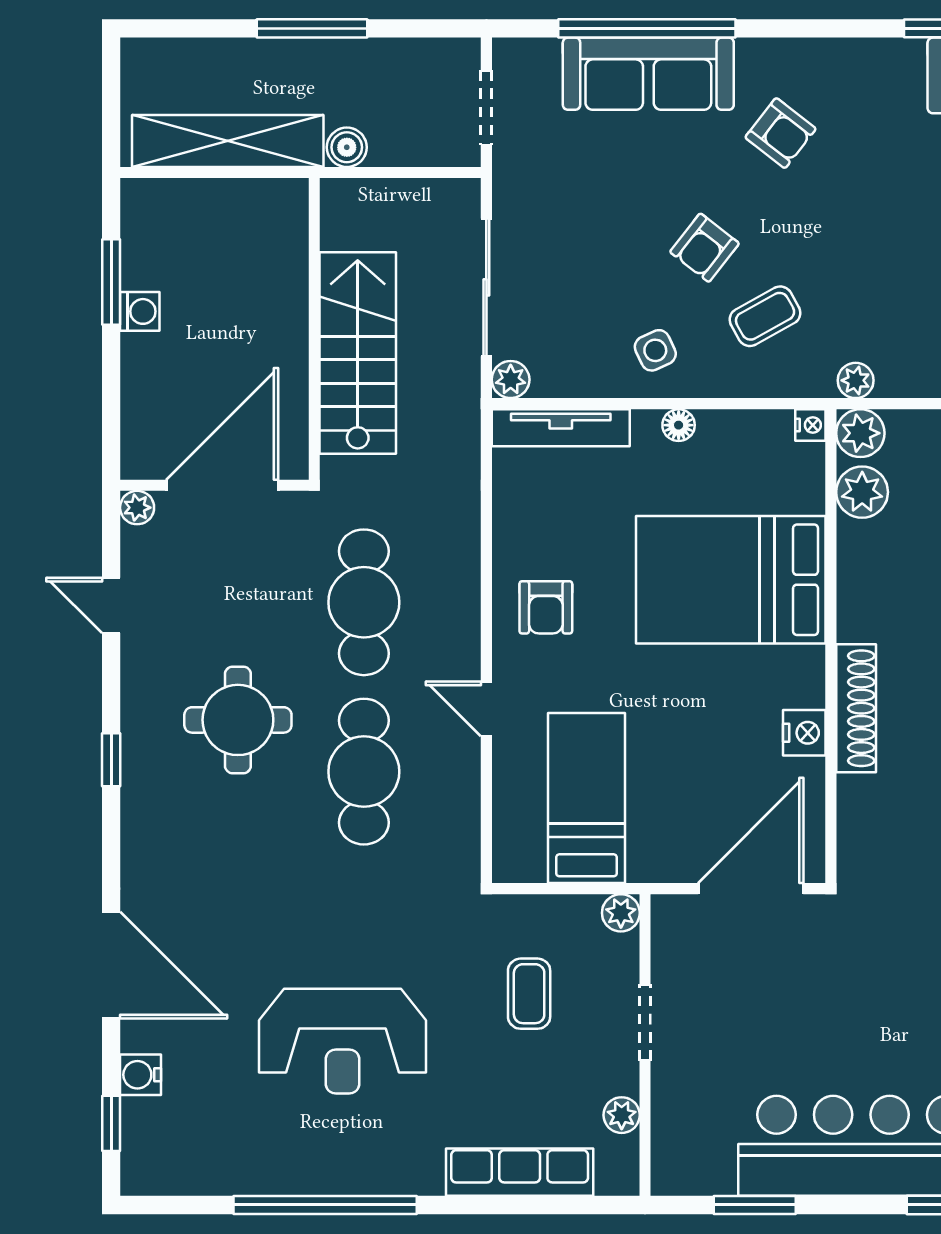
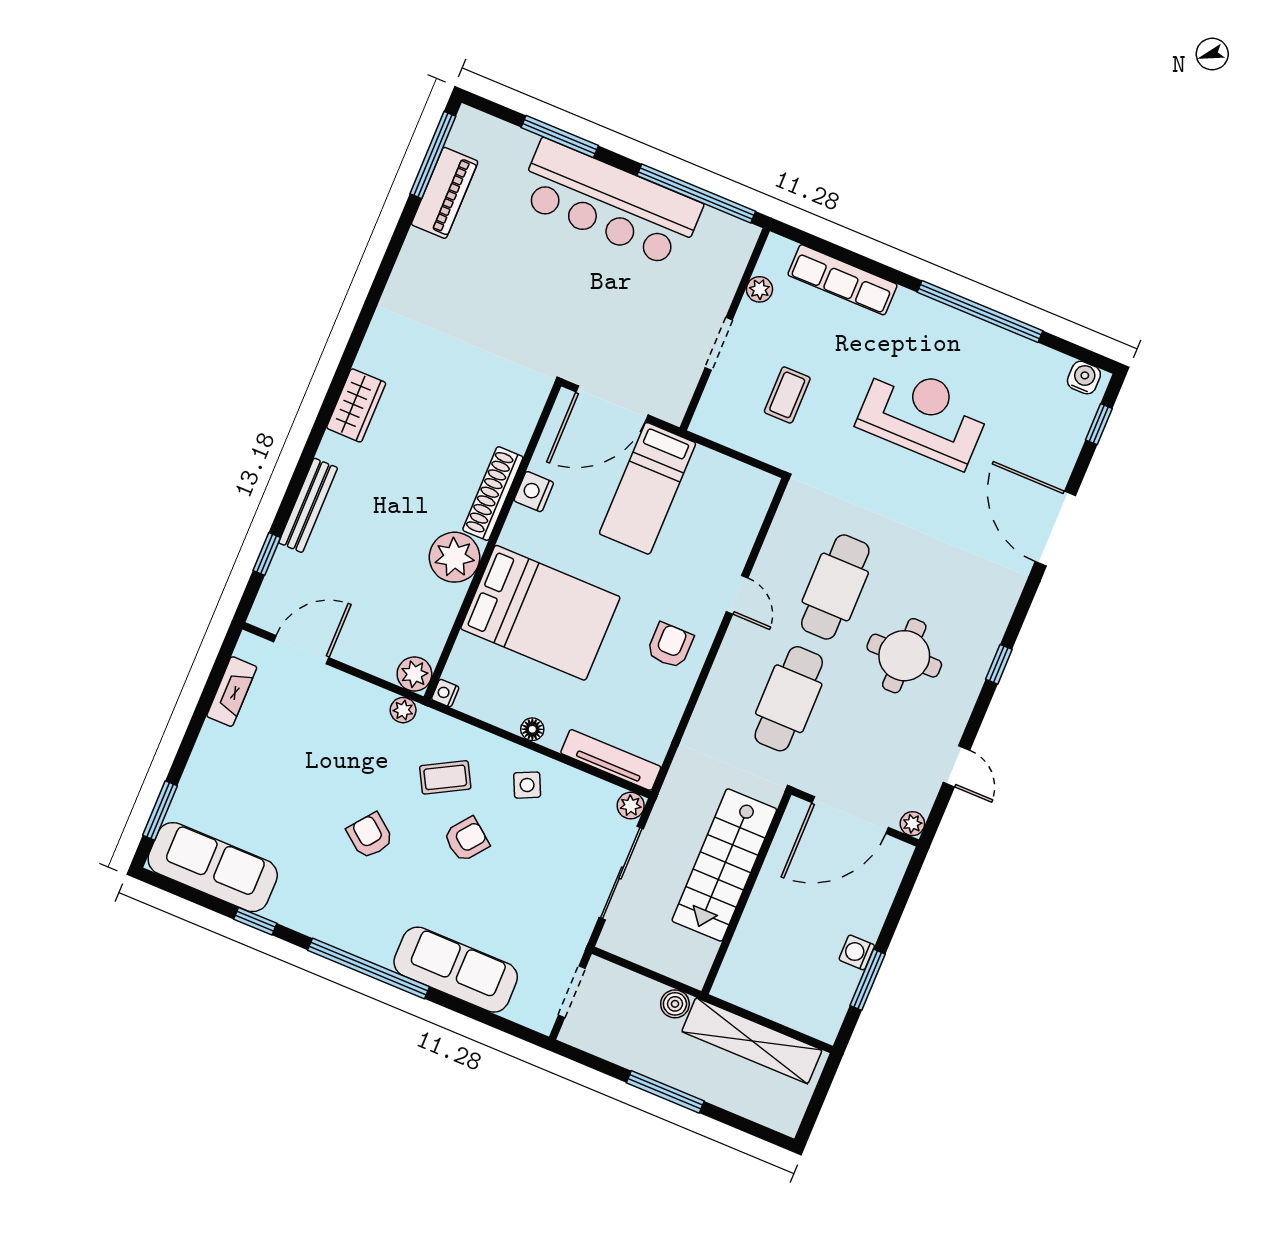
window: (647, 28) -> (369, 968), moved
armchair: (780, 133) -> (370, 836), moved
plant: (862, 492) -> (455, 557), moved, width x1.36, depth x1.36
bed: (586, 798) -> (648, 488), moved
plant: (621, 913) -> (704, 423), removed
water cooler: (141, 1075) -> (1084, 378), moved, turned -90
window: (755, 1205) -> (696, 193), width x2.11

